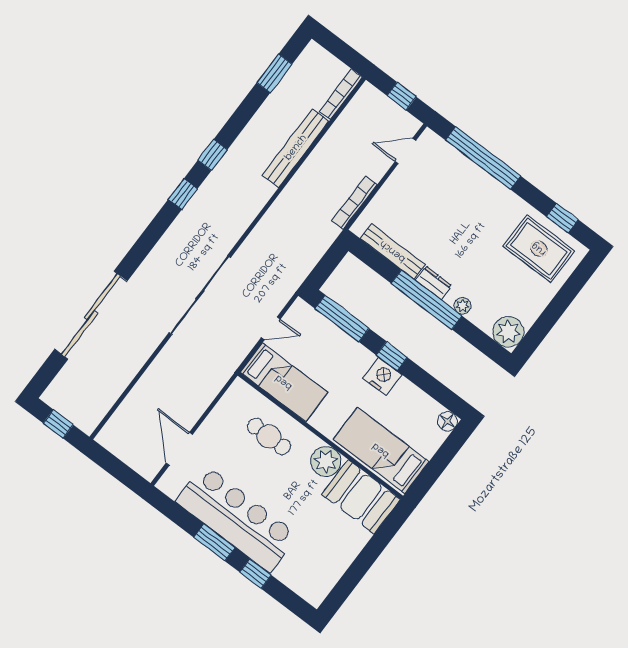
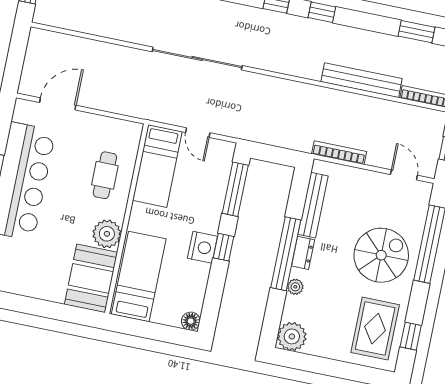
spiral stairs: (472, 209) -> (381, 255), added

